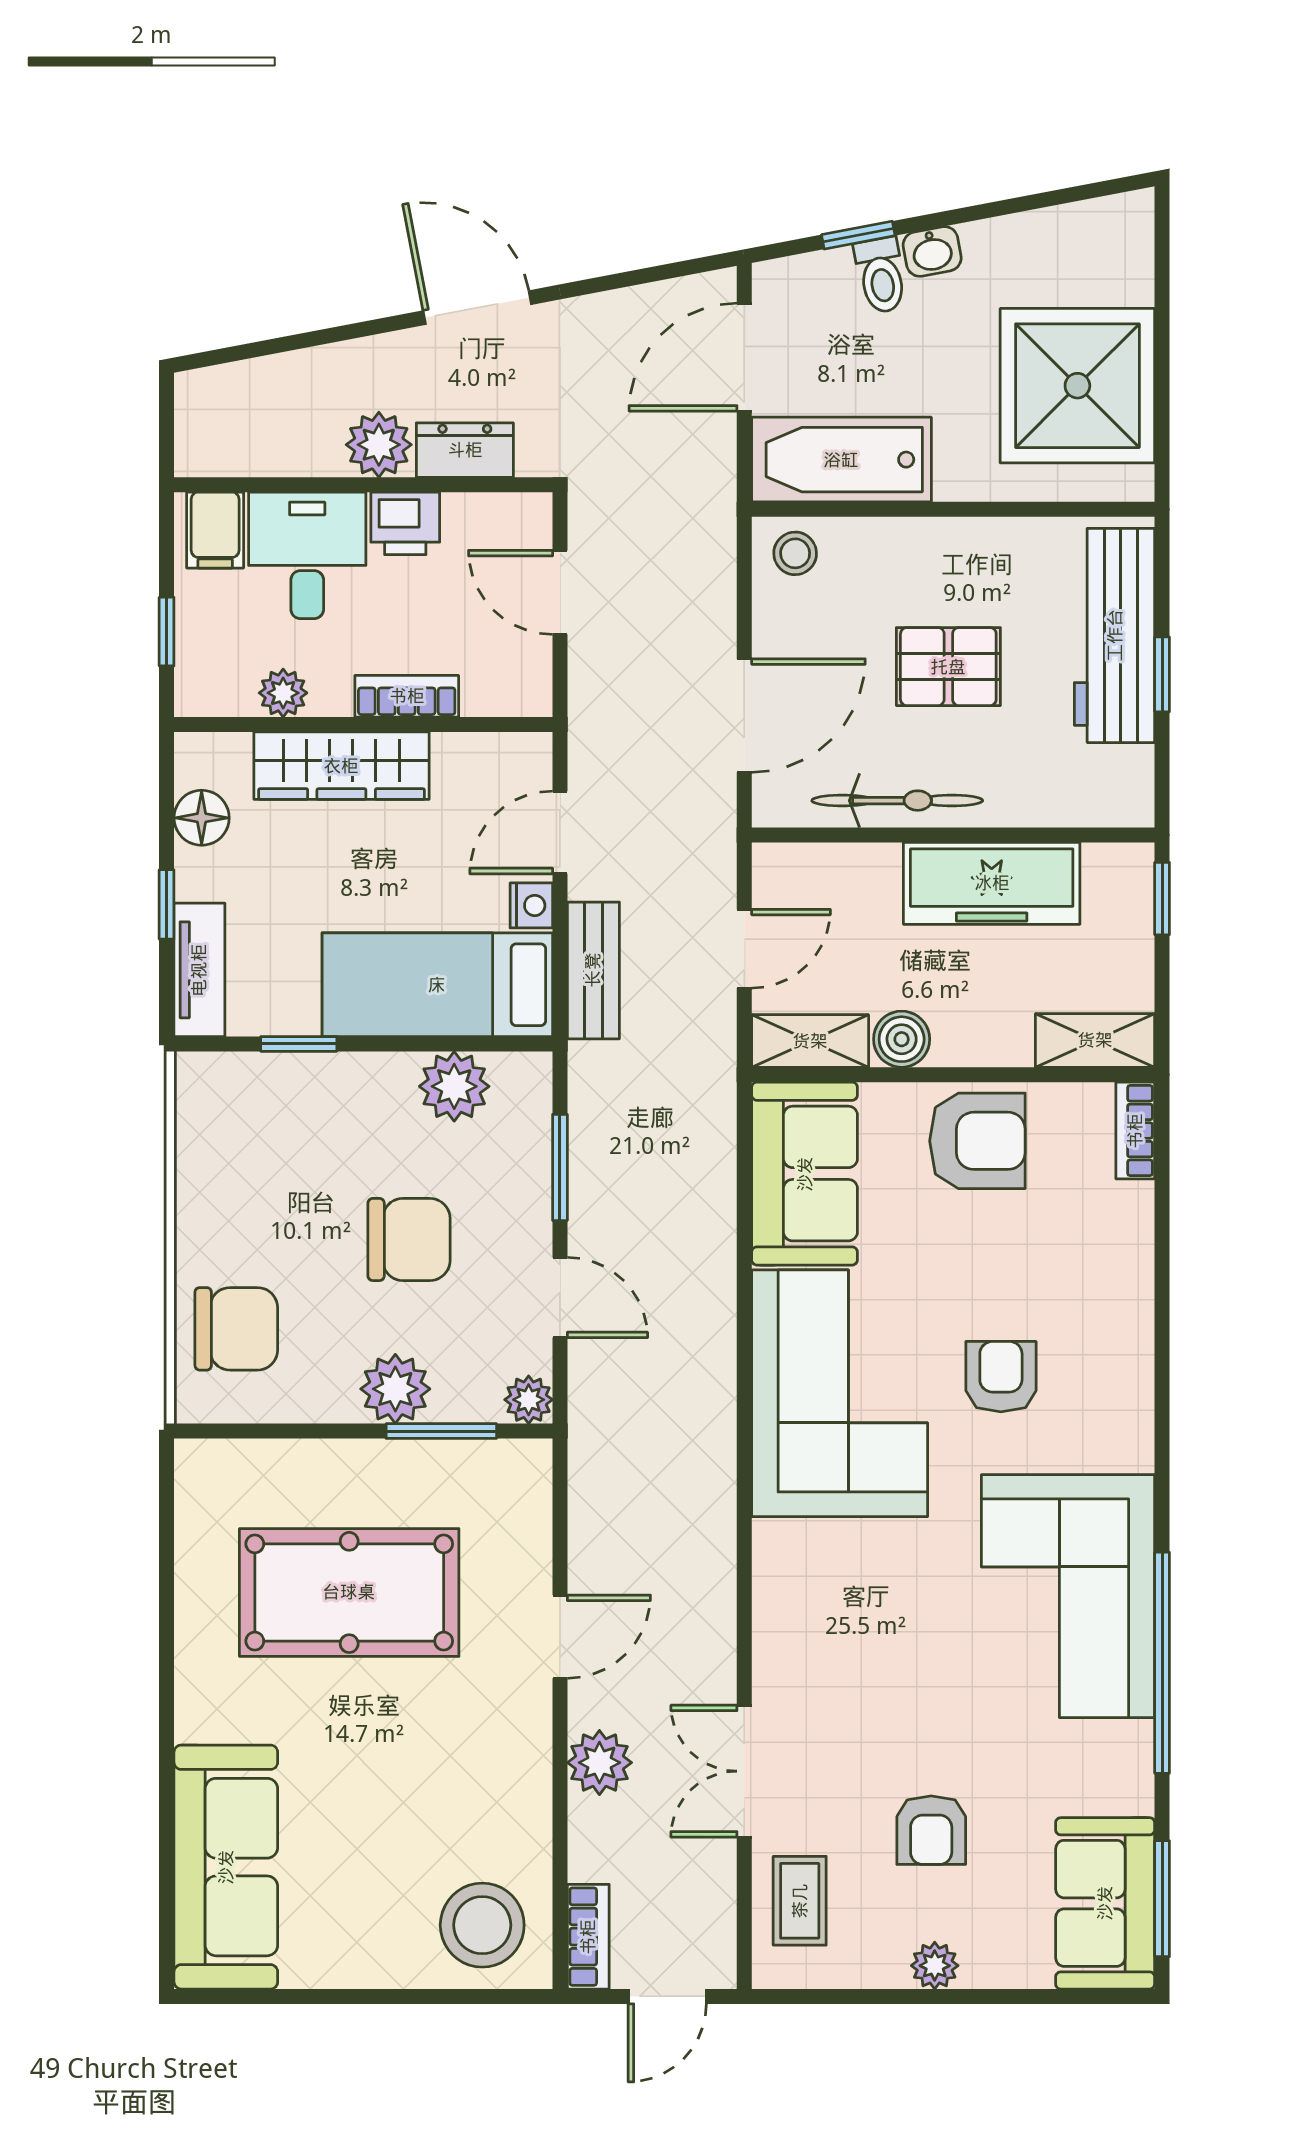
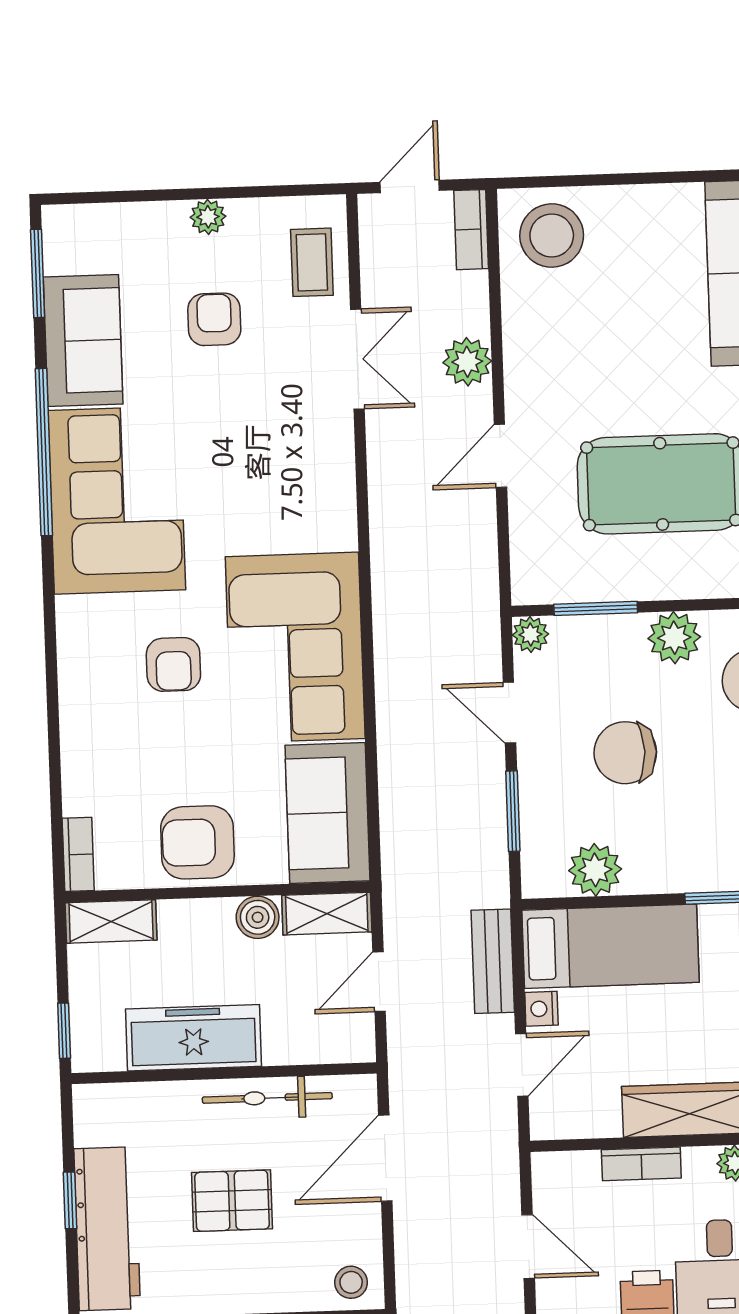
plant: (395, 1389) -> (674, 638), moved
sofa: (1105, 1903) -> (83, 341), moved

